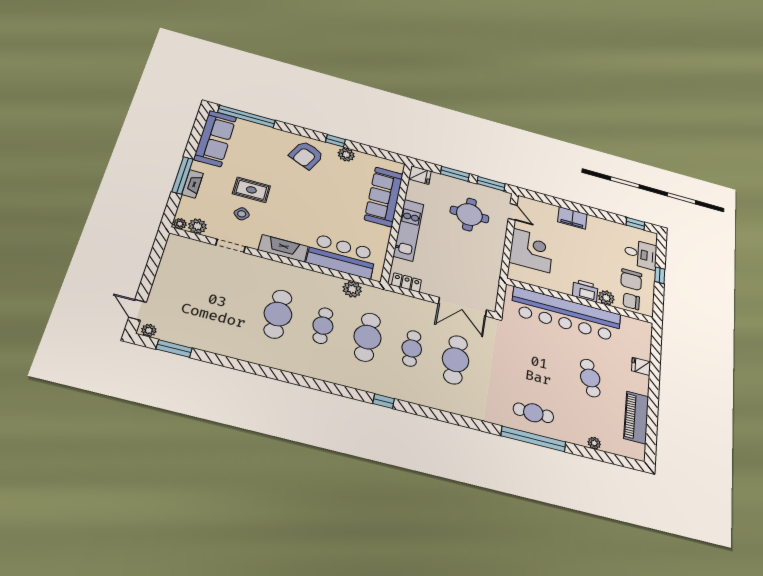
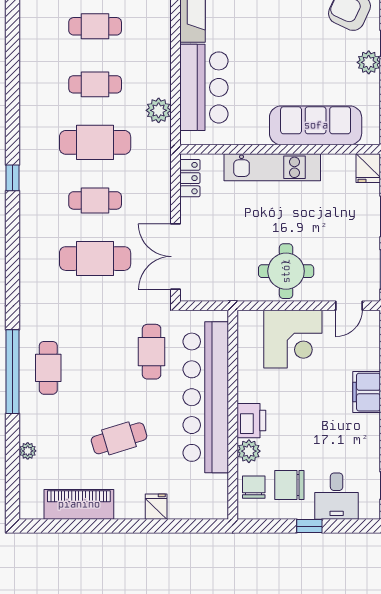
round table: (469, 214) -> (286, 271), moved
cafe table: (278, 314) -> (95, 26), width x0.73, depth x0.74
cafe table: (530, 340) -> (152, 352), added

